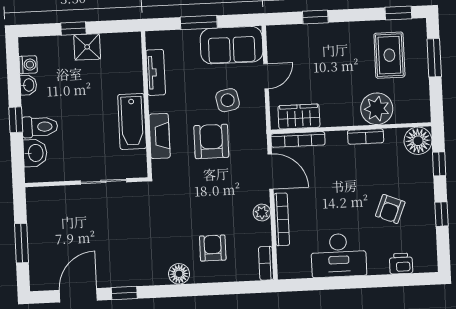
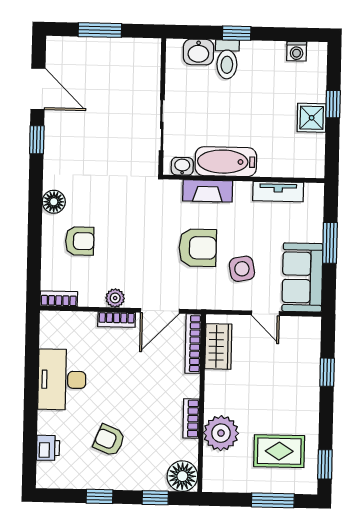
washbasin: (28, 85) -> (182, 166), moved, turned 180
bookcase: (282, 219) -> (117, 320), width x0.64

